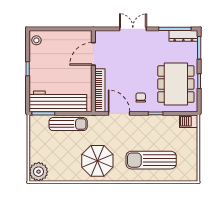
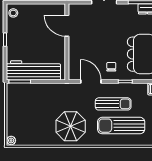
door: (93, 54) -> (67, 26), hinge flipped
bookcase: (100, 90) -> (73, 60), removed
sun lounger: (68, 124) -> (113, 104), moved
plant: (39, 172) -> (11, 141), width x0.53, depth x0.53

